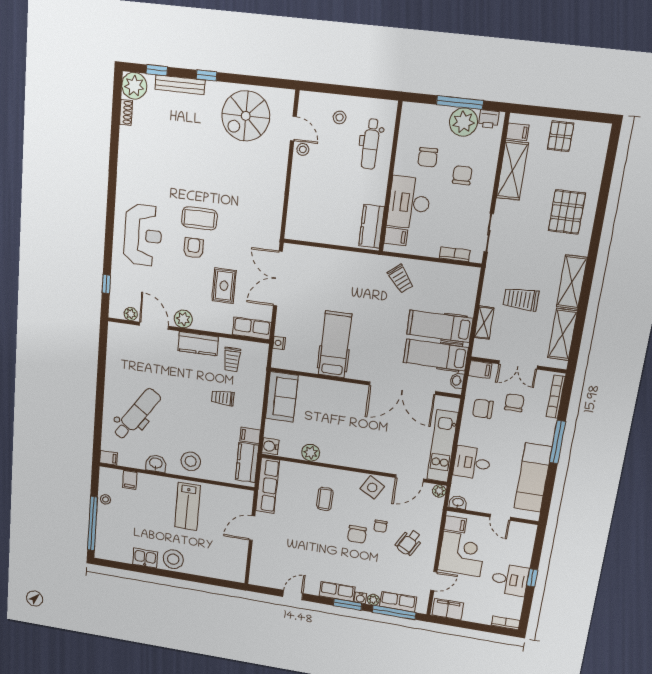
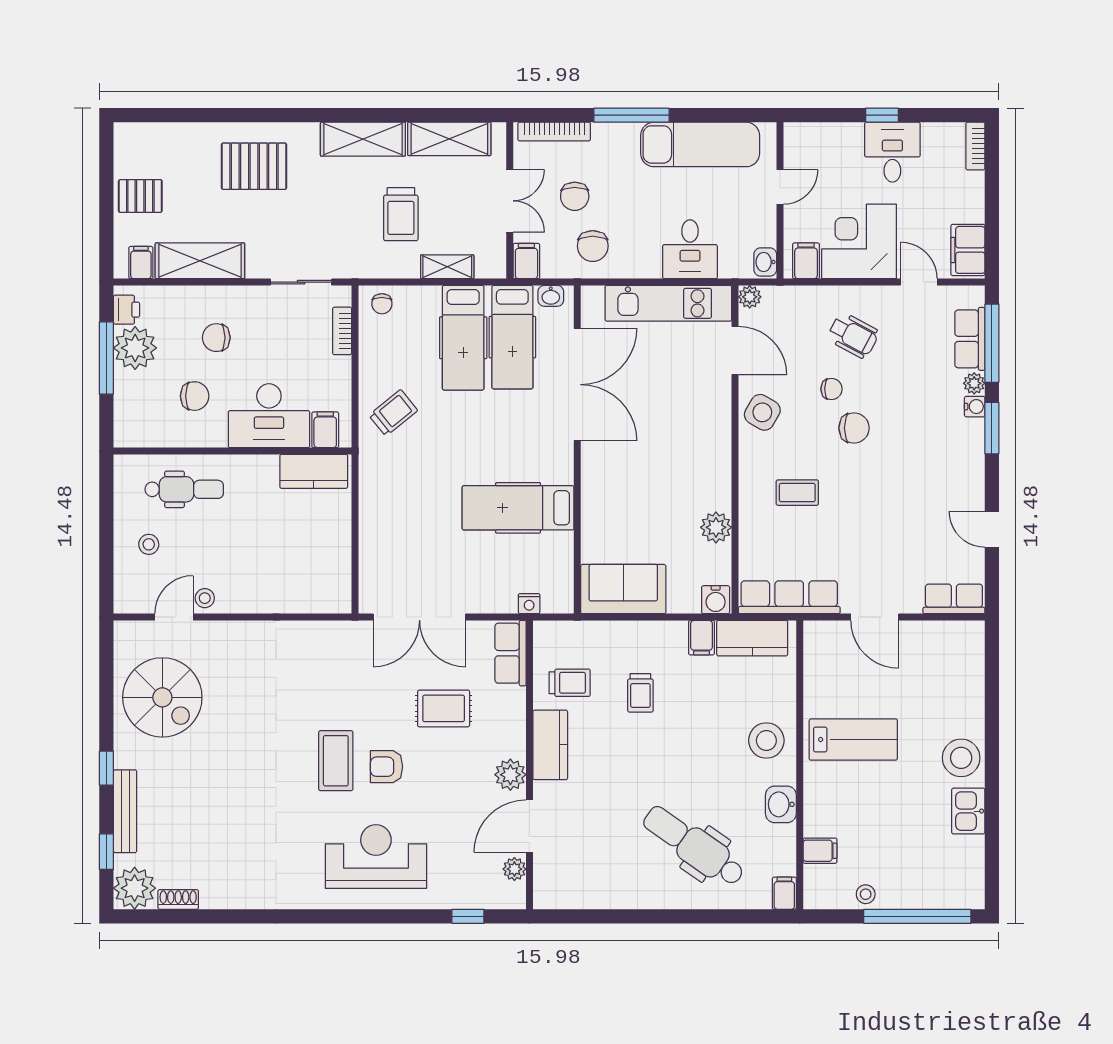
chair: (468, 281) -> (382, 304), added
chair: (514, 403) -> (575, 196), turned -90
row of seats: (337, 591) -> (954, 599), moved, turned 90

